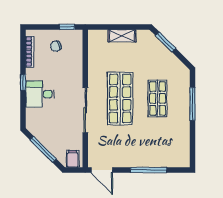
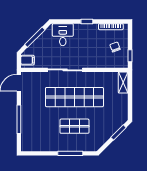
shelving: (122, 36) -> (123, 83), moved
desk: (40, 94) -> (63, 35), moved
shop shelf: (120, 98) -> (74, 97), width x1.40

